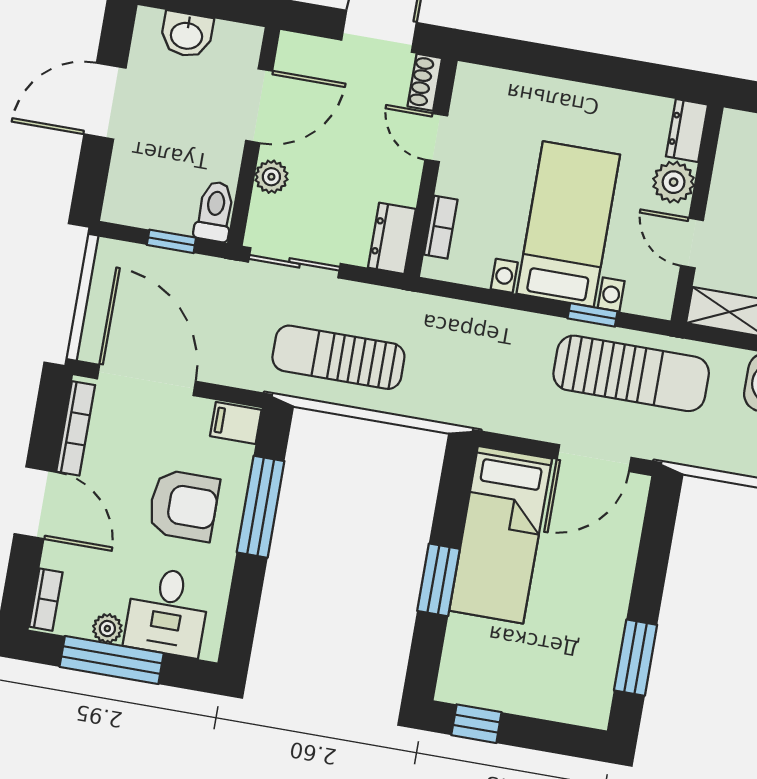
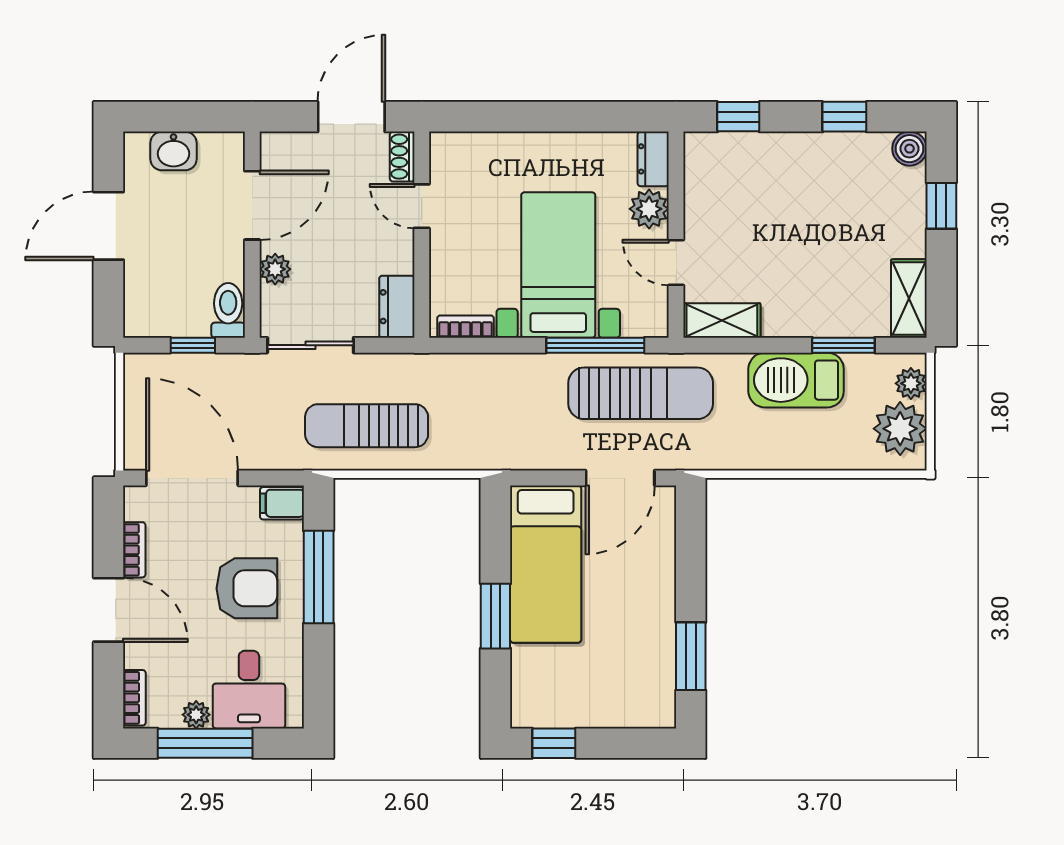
bookcase: (441, 227) -> (466, 327), moved, turned -90
window: (593, 315) -> (595, 345), width x2.17
bookcase: (76, 428) -> (134, 550), width x0.64

